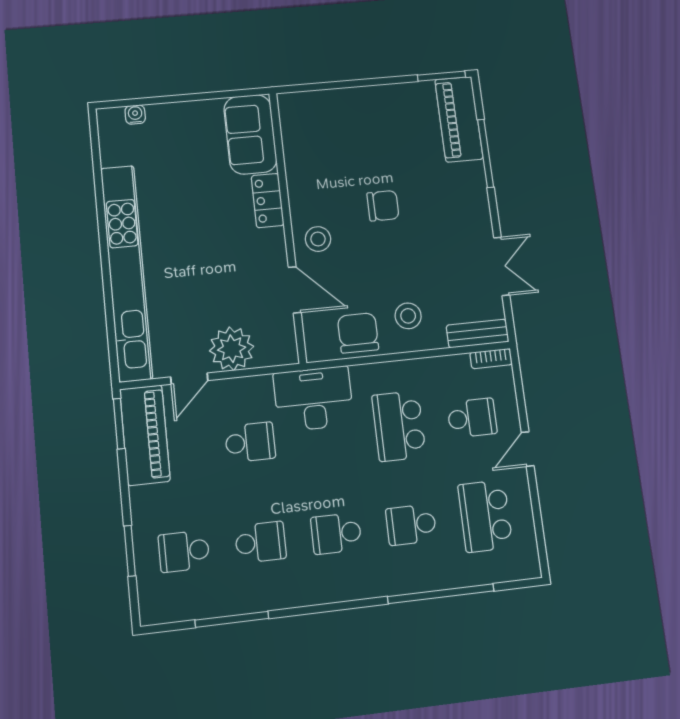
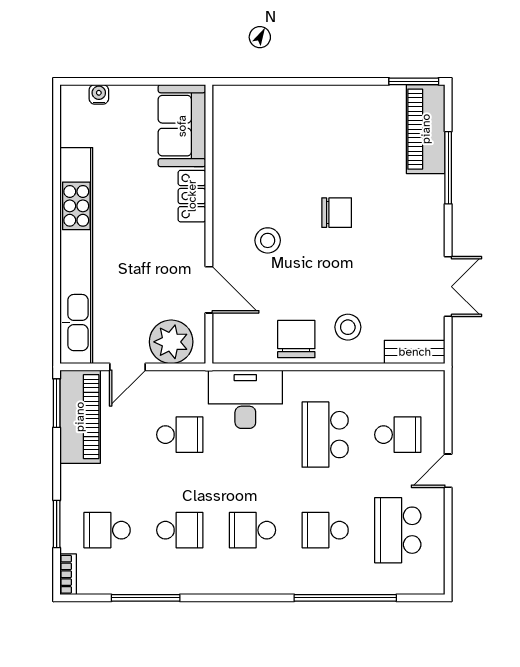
sofa: (250, 134) -> (182, 126), moved
locker: (268, 200) -> (192, 196), moved
wall: (288, 226) -> (209, 224), moved
door: (295, 290) -> (209, 290), moved
bookcase: (491, 359) -> (68, 574), moved, turned -90

